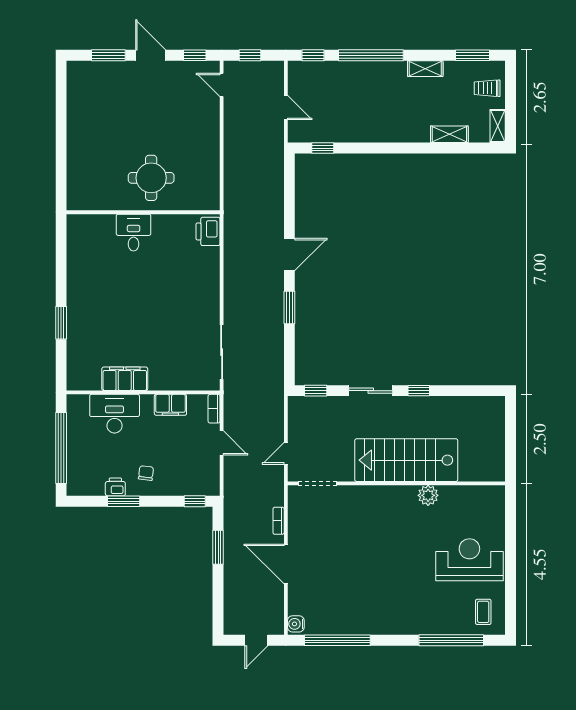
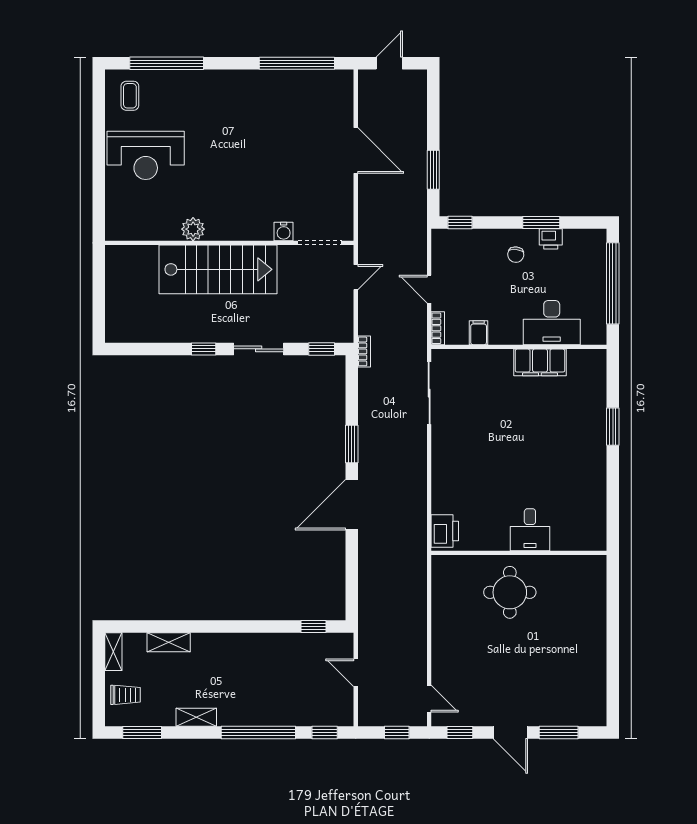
door: (289, 254) -> (352, 505), width x1.36
filing cabinet: (170, 405) -> (479, 333), width x0.50
bookcase: (279, 521) -> (364, 351), moved
water cooler: (296, 624) -> (284, 231), moved, turned 90

